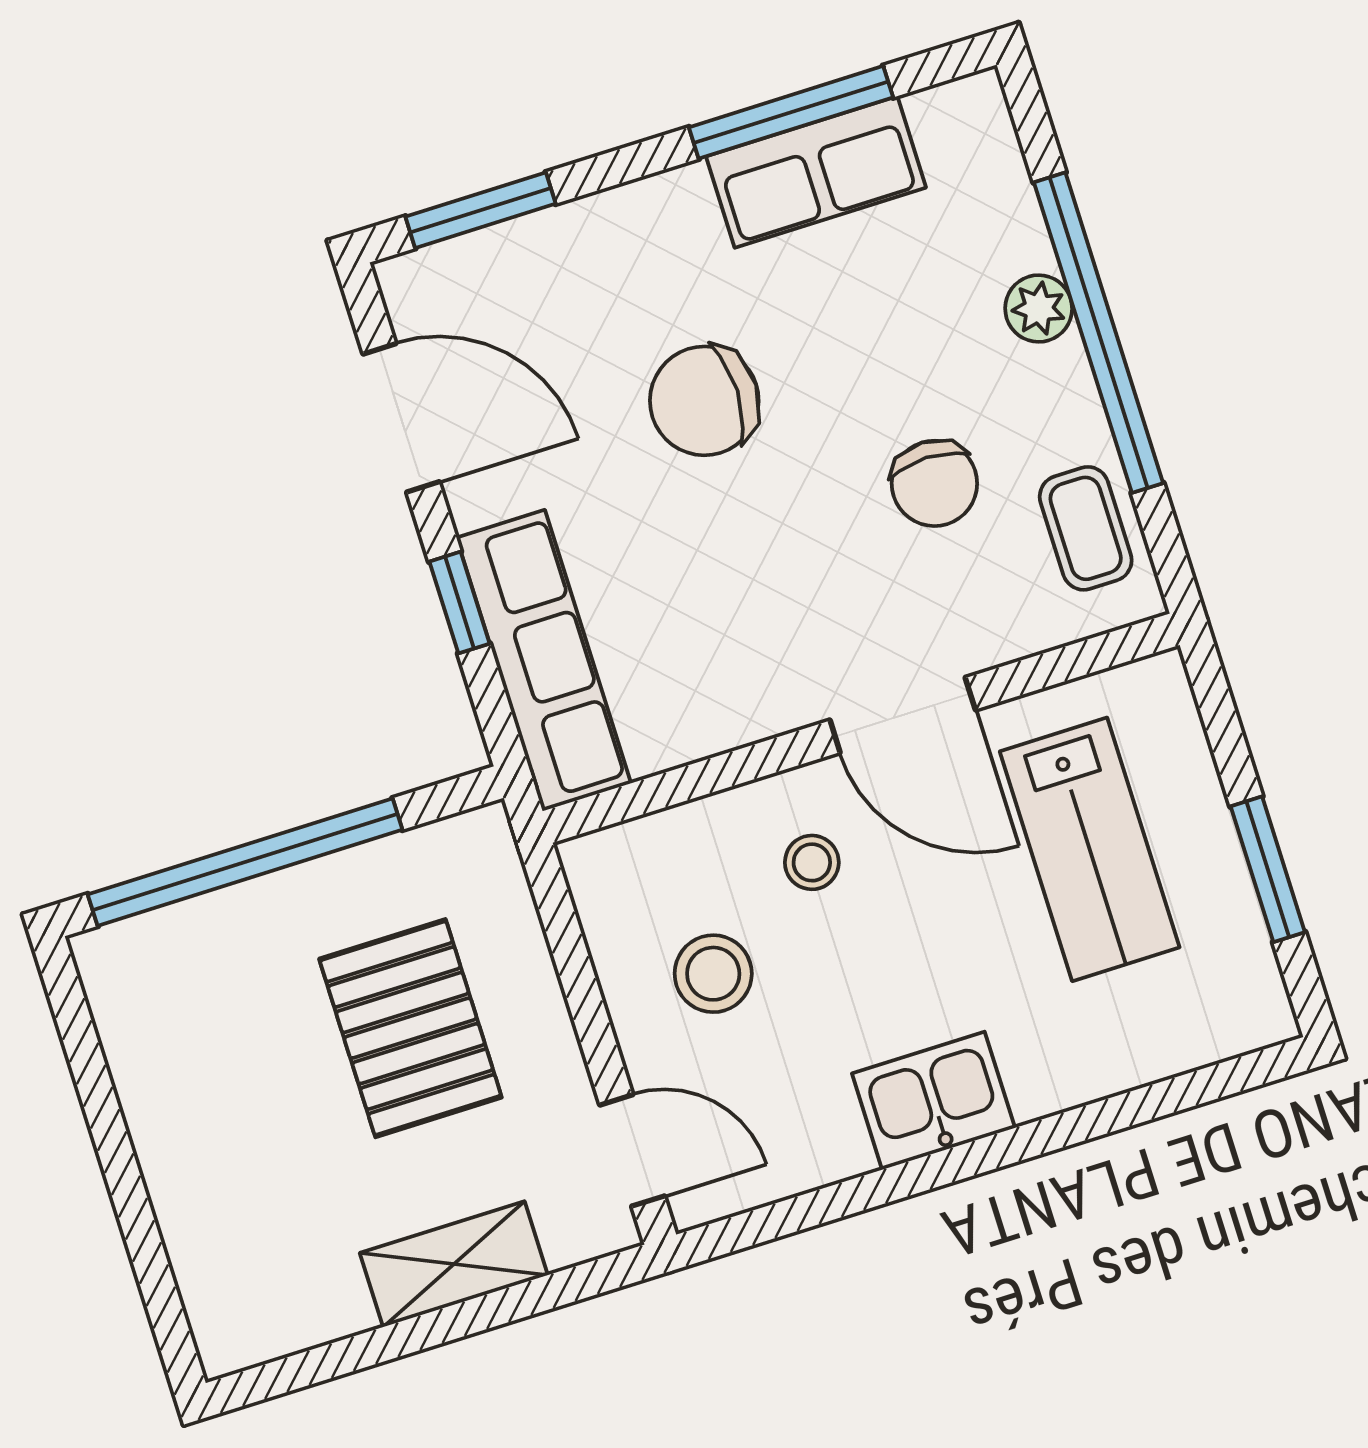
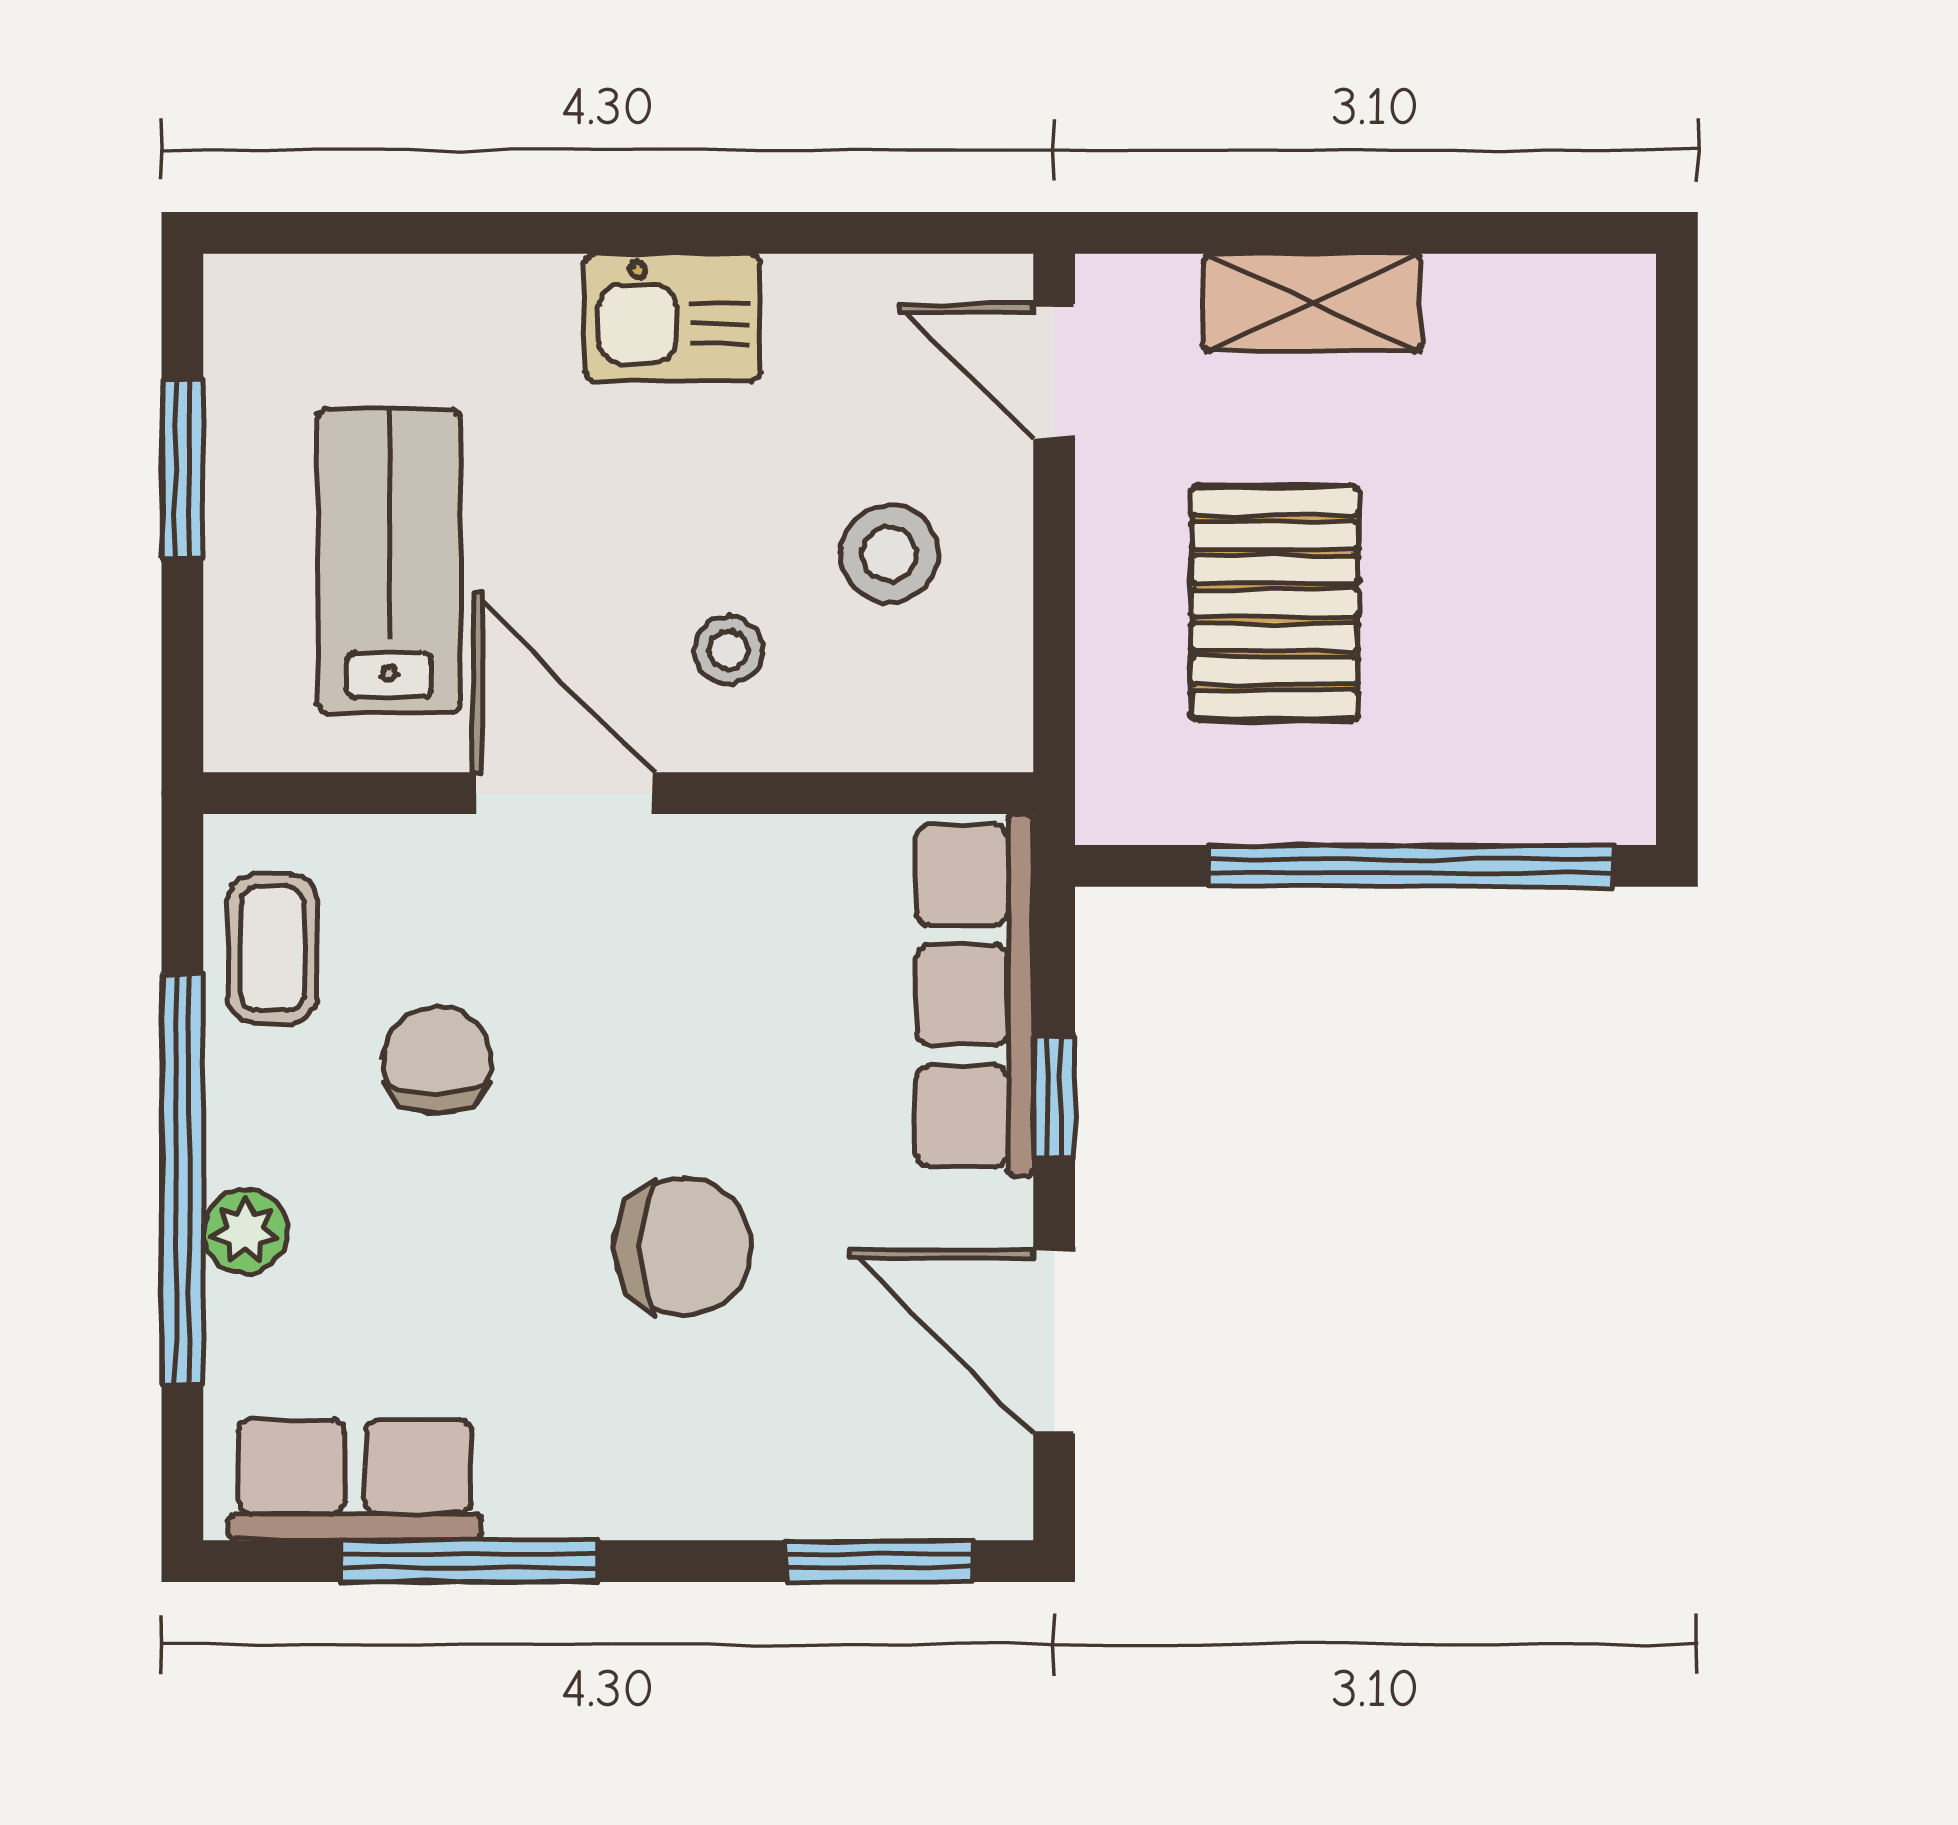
row of seats: (816, 172) -> (355, 1480), moved

